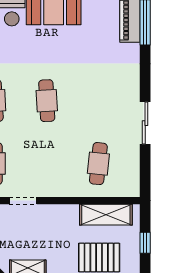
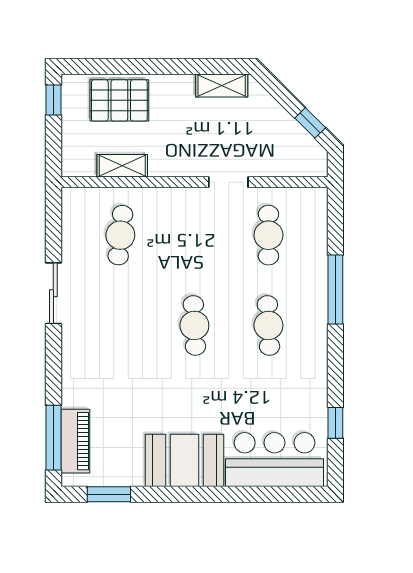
shelving: (106, 215) -> (122, 166), width x0.67, depth x0.75
window: (145, 243) -> (53, 100), moved

